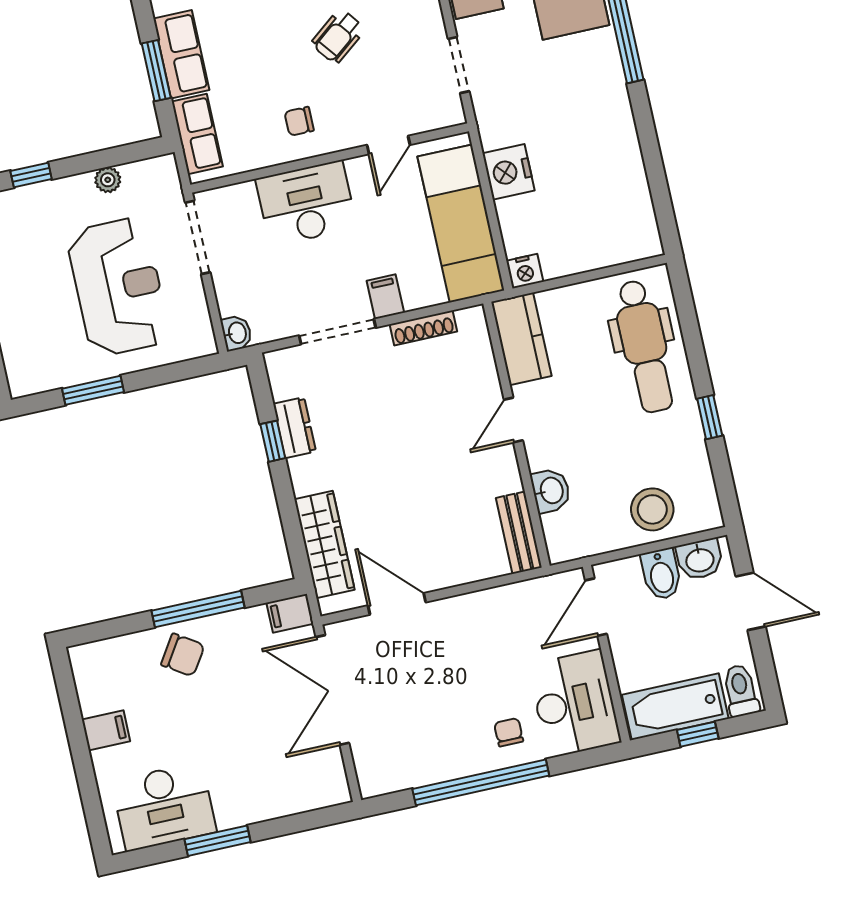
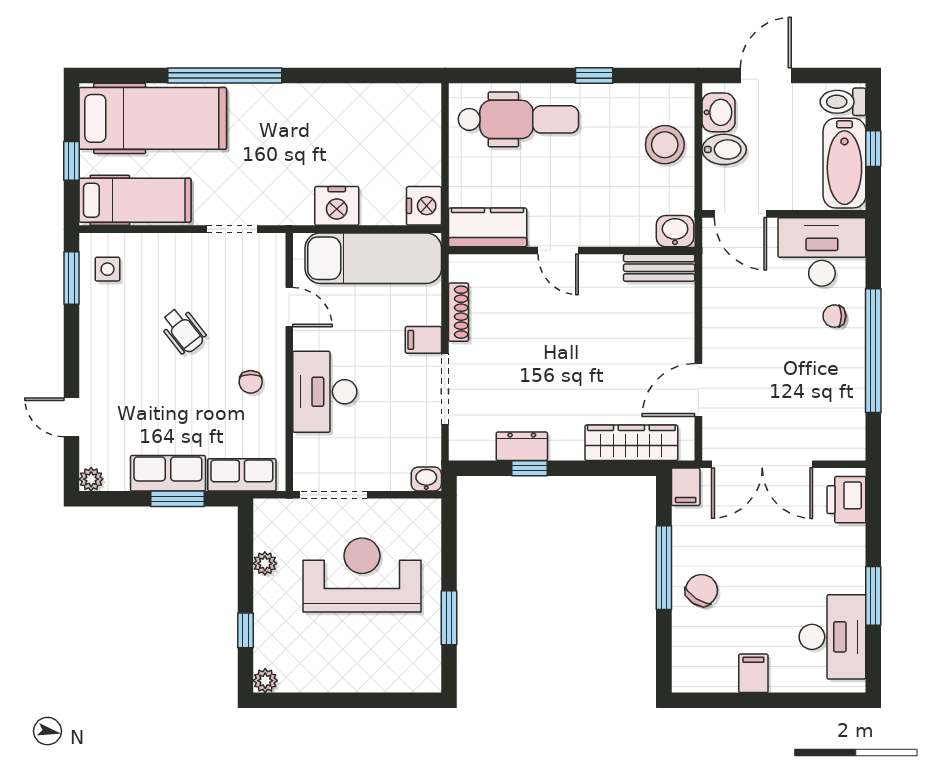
nightstand: (525, 271) -> (424, 206), width x1.36, depth x1.33
washbasin: (551, 491) -> (675, 231), moved
printer: (314, 789) -> (846, 500), added

